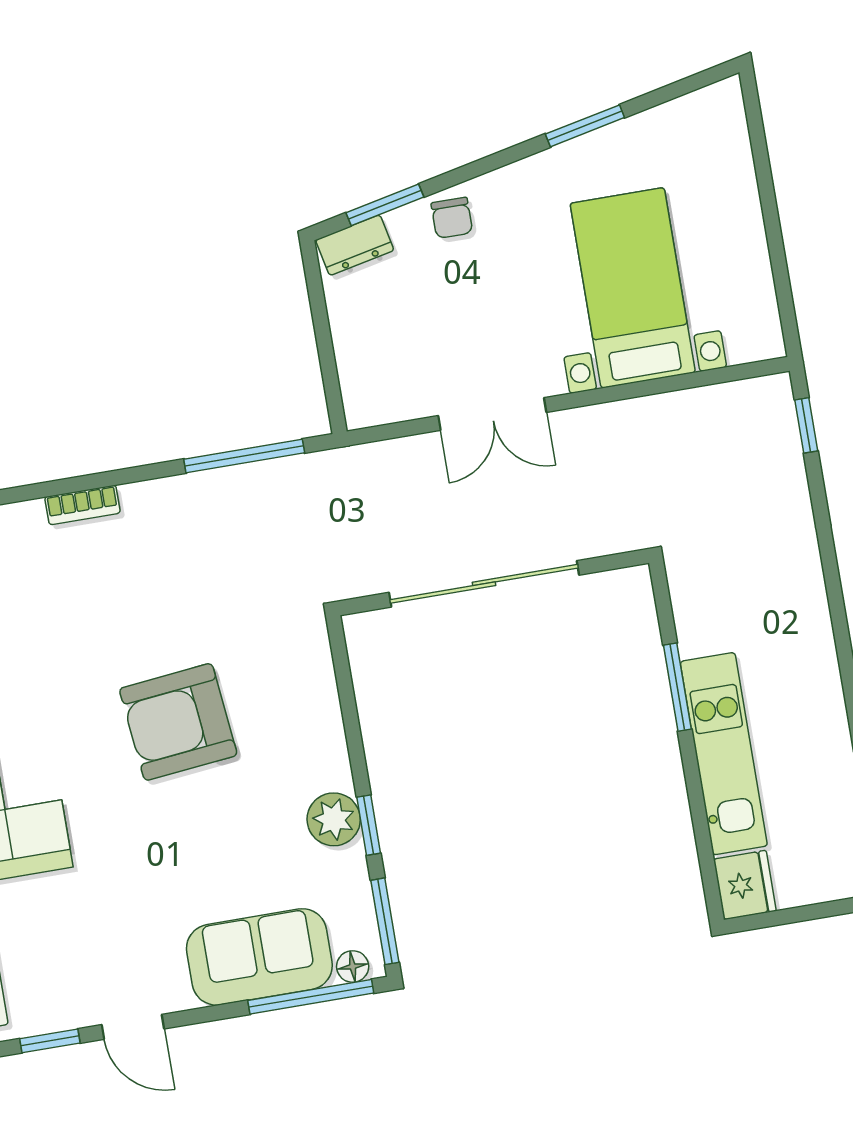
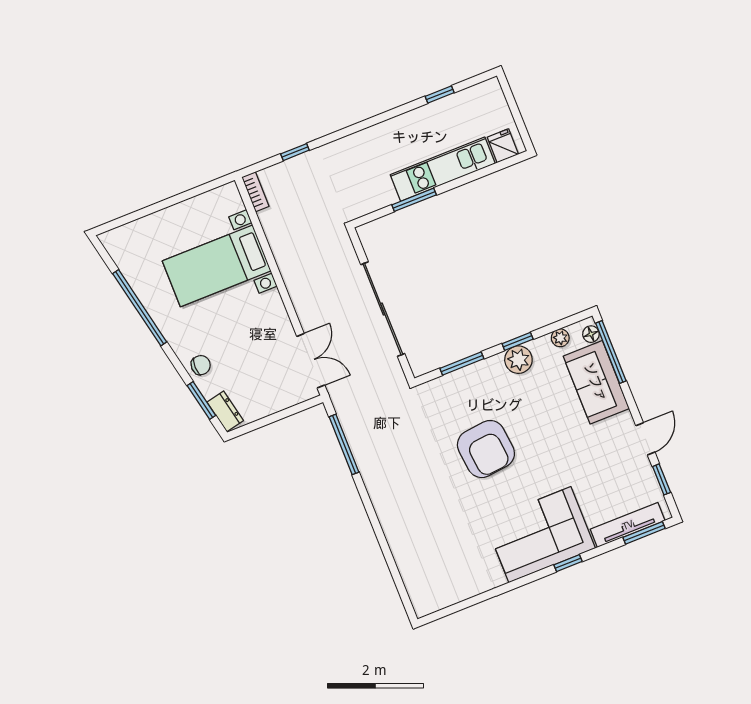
window: (585, 126) -> (140, 308), width x2.11
double door: (492, 414) -> (311, 361), moved
window: (806, 425) -> (295, 152), moved
bookcase: (83, 505) -> (255, 192), moved
fridge: (745, 885) -> (503, 146), width x0.72
plant: (358, 907) -> (560, 338), added
window: (385, 921) -> (462, 363), moved

